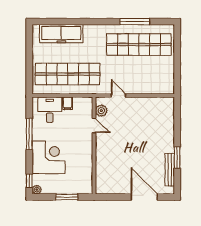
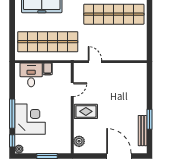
plant: (101, 111) -> (79, 141), moved
door: (94, 126) -> (72, 90), hinge flipped
window: (29, 134) -> (12, 114), moved
rug: (109, 149) -> (86, 111), added

